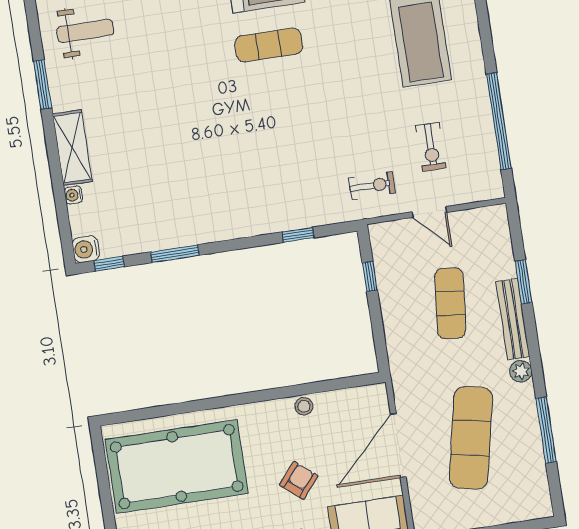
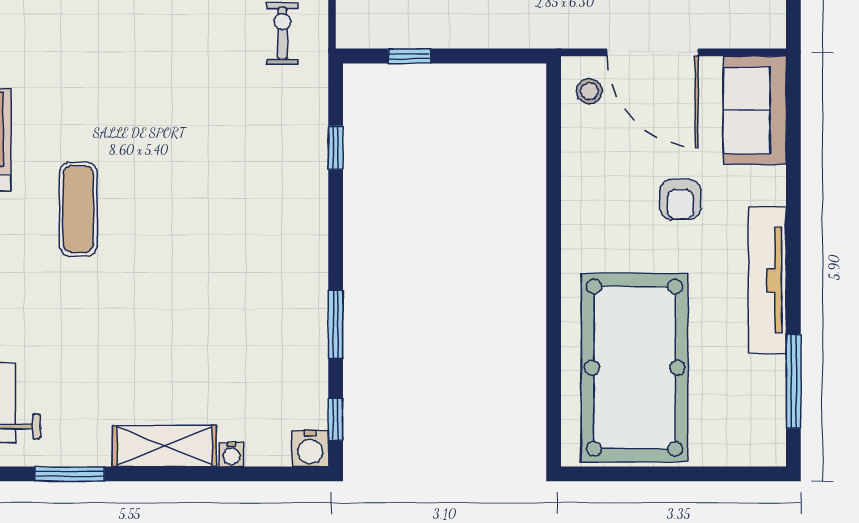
exercise mat: (269, 45) -> (78, 209), moved
stool: (304, 406) -> (589, 91), moved
armchair: (299, 480) -> (680, 200), turned -130

